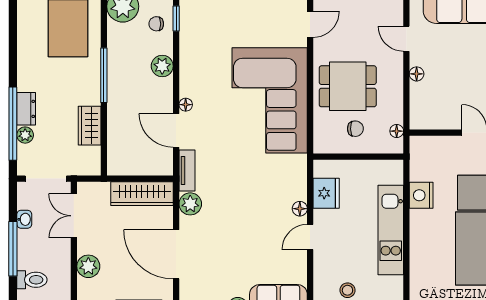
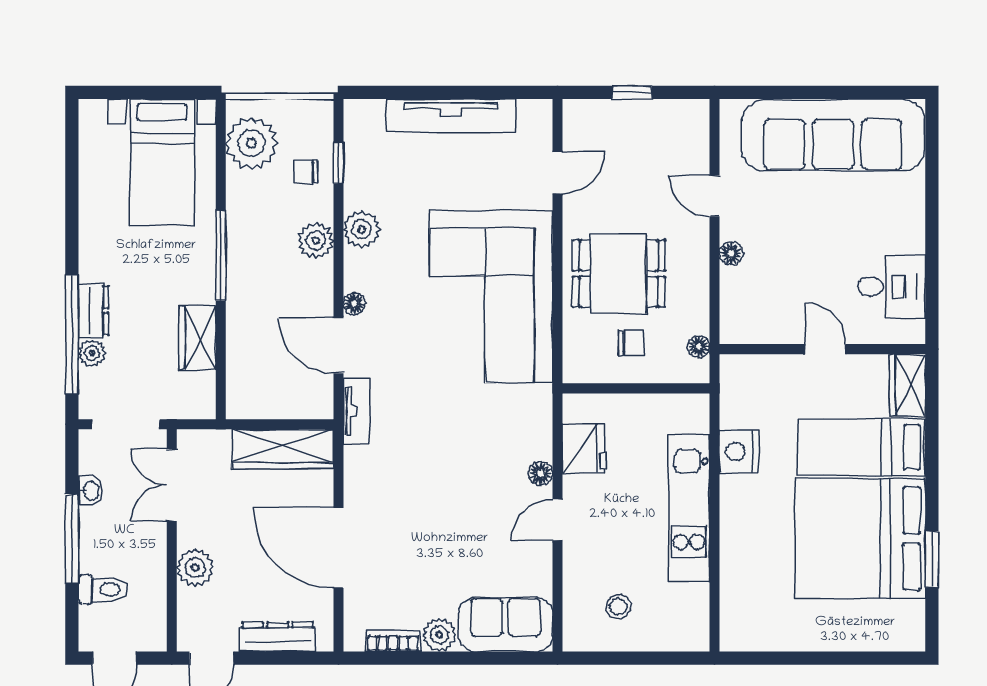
plant: (190, 204) -> (362, 229), moved

